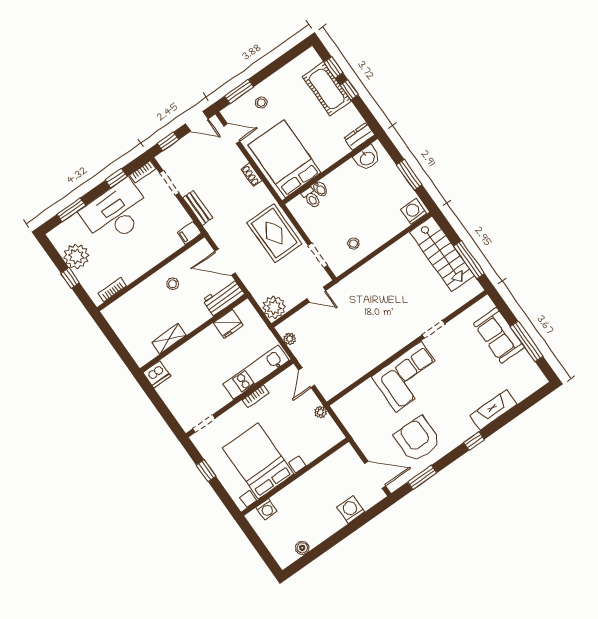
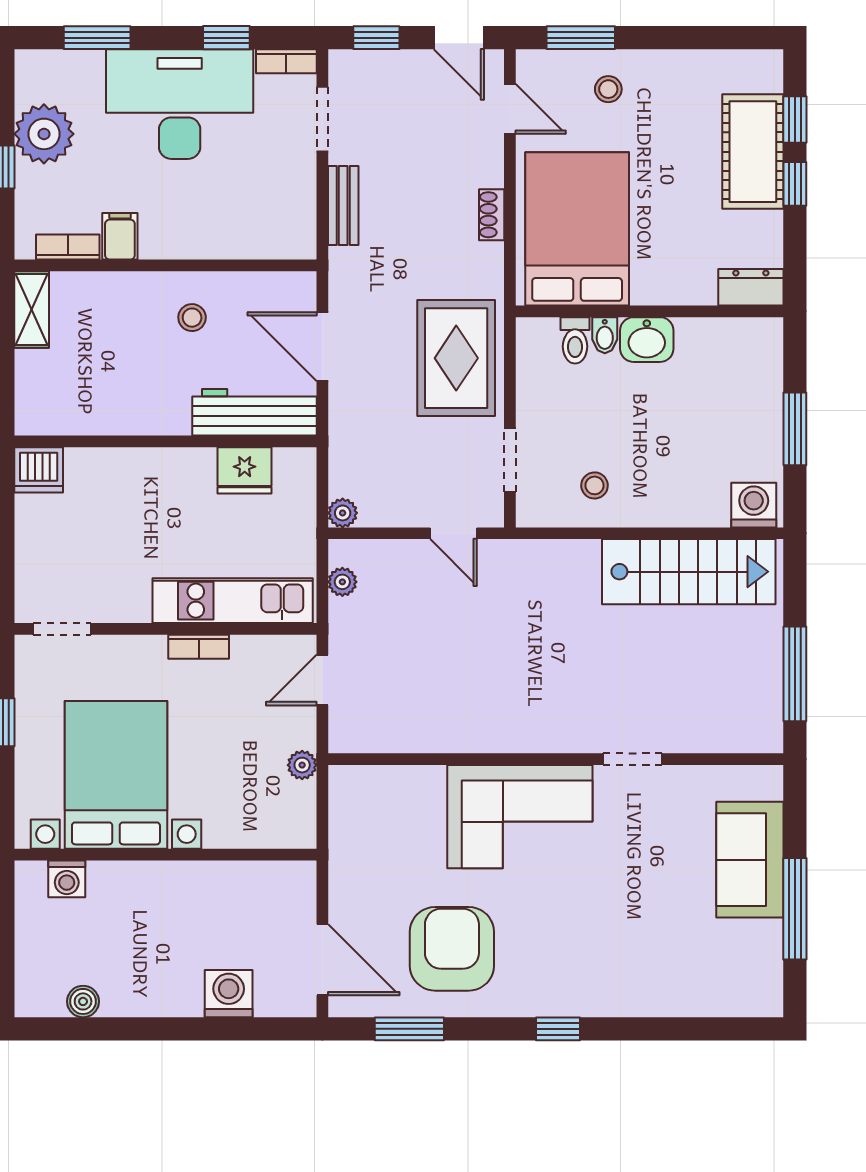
washbasin: (367, 158) -> (647, 340), moved
filing cabinet: (189, 233) -> (120, 236), moved, turned 90
stairs: (442, 254) -> (689, 572), moved, turned -90
workbench: (223, 297) -> (254, 412), width x1.38
plant: (274, 307) -> (343, 513), width x0.53, depth x0.53
shelving: (169, 339) -> (32, 309), moved, turned 90
fireplace: (493, 410) -> (638, 995), removed

